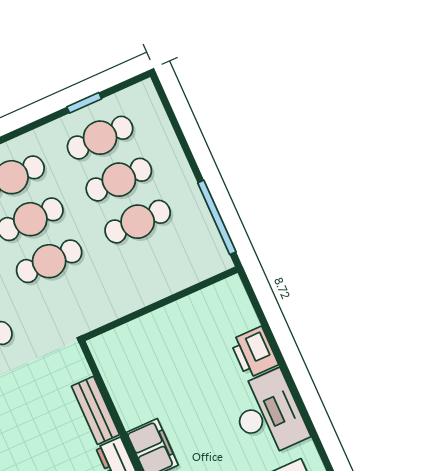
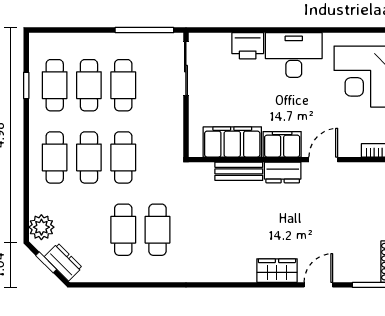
sliding door: (192, 289) -> (186, 69), added
filing cabinet: (128, 386) -> (232, 142), added

